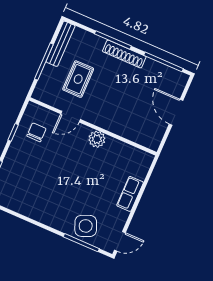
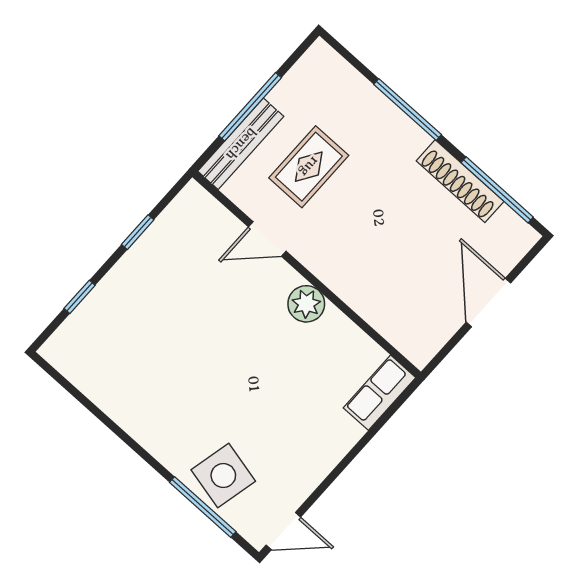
bench: (61, 44) -> (241, 144), moved
shoe rack: (124, 54) -> (460, 181), moved
chair: (36, 132) -> (186, 248), removed
row of seats: (130, 194) -> (379, 393), moved
side table: (86, 226) -> (223, 475), turned 36

